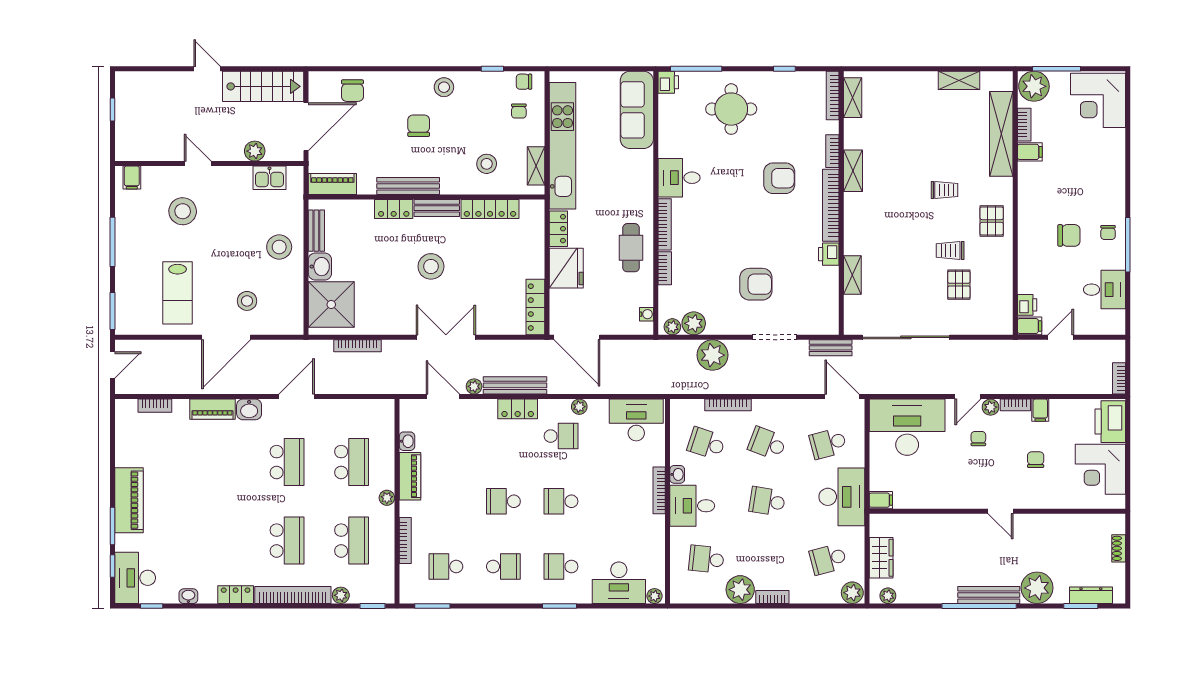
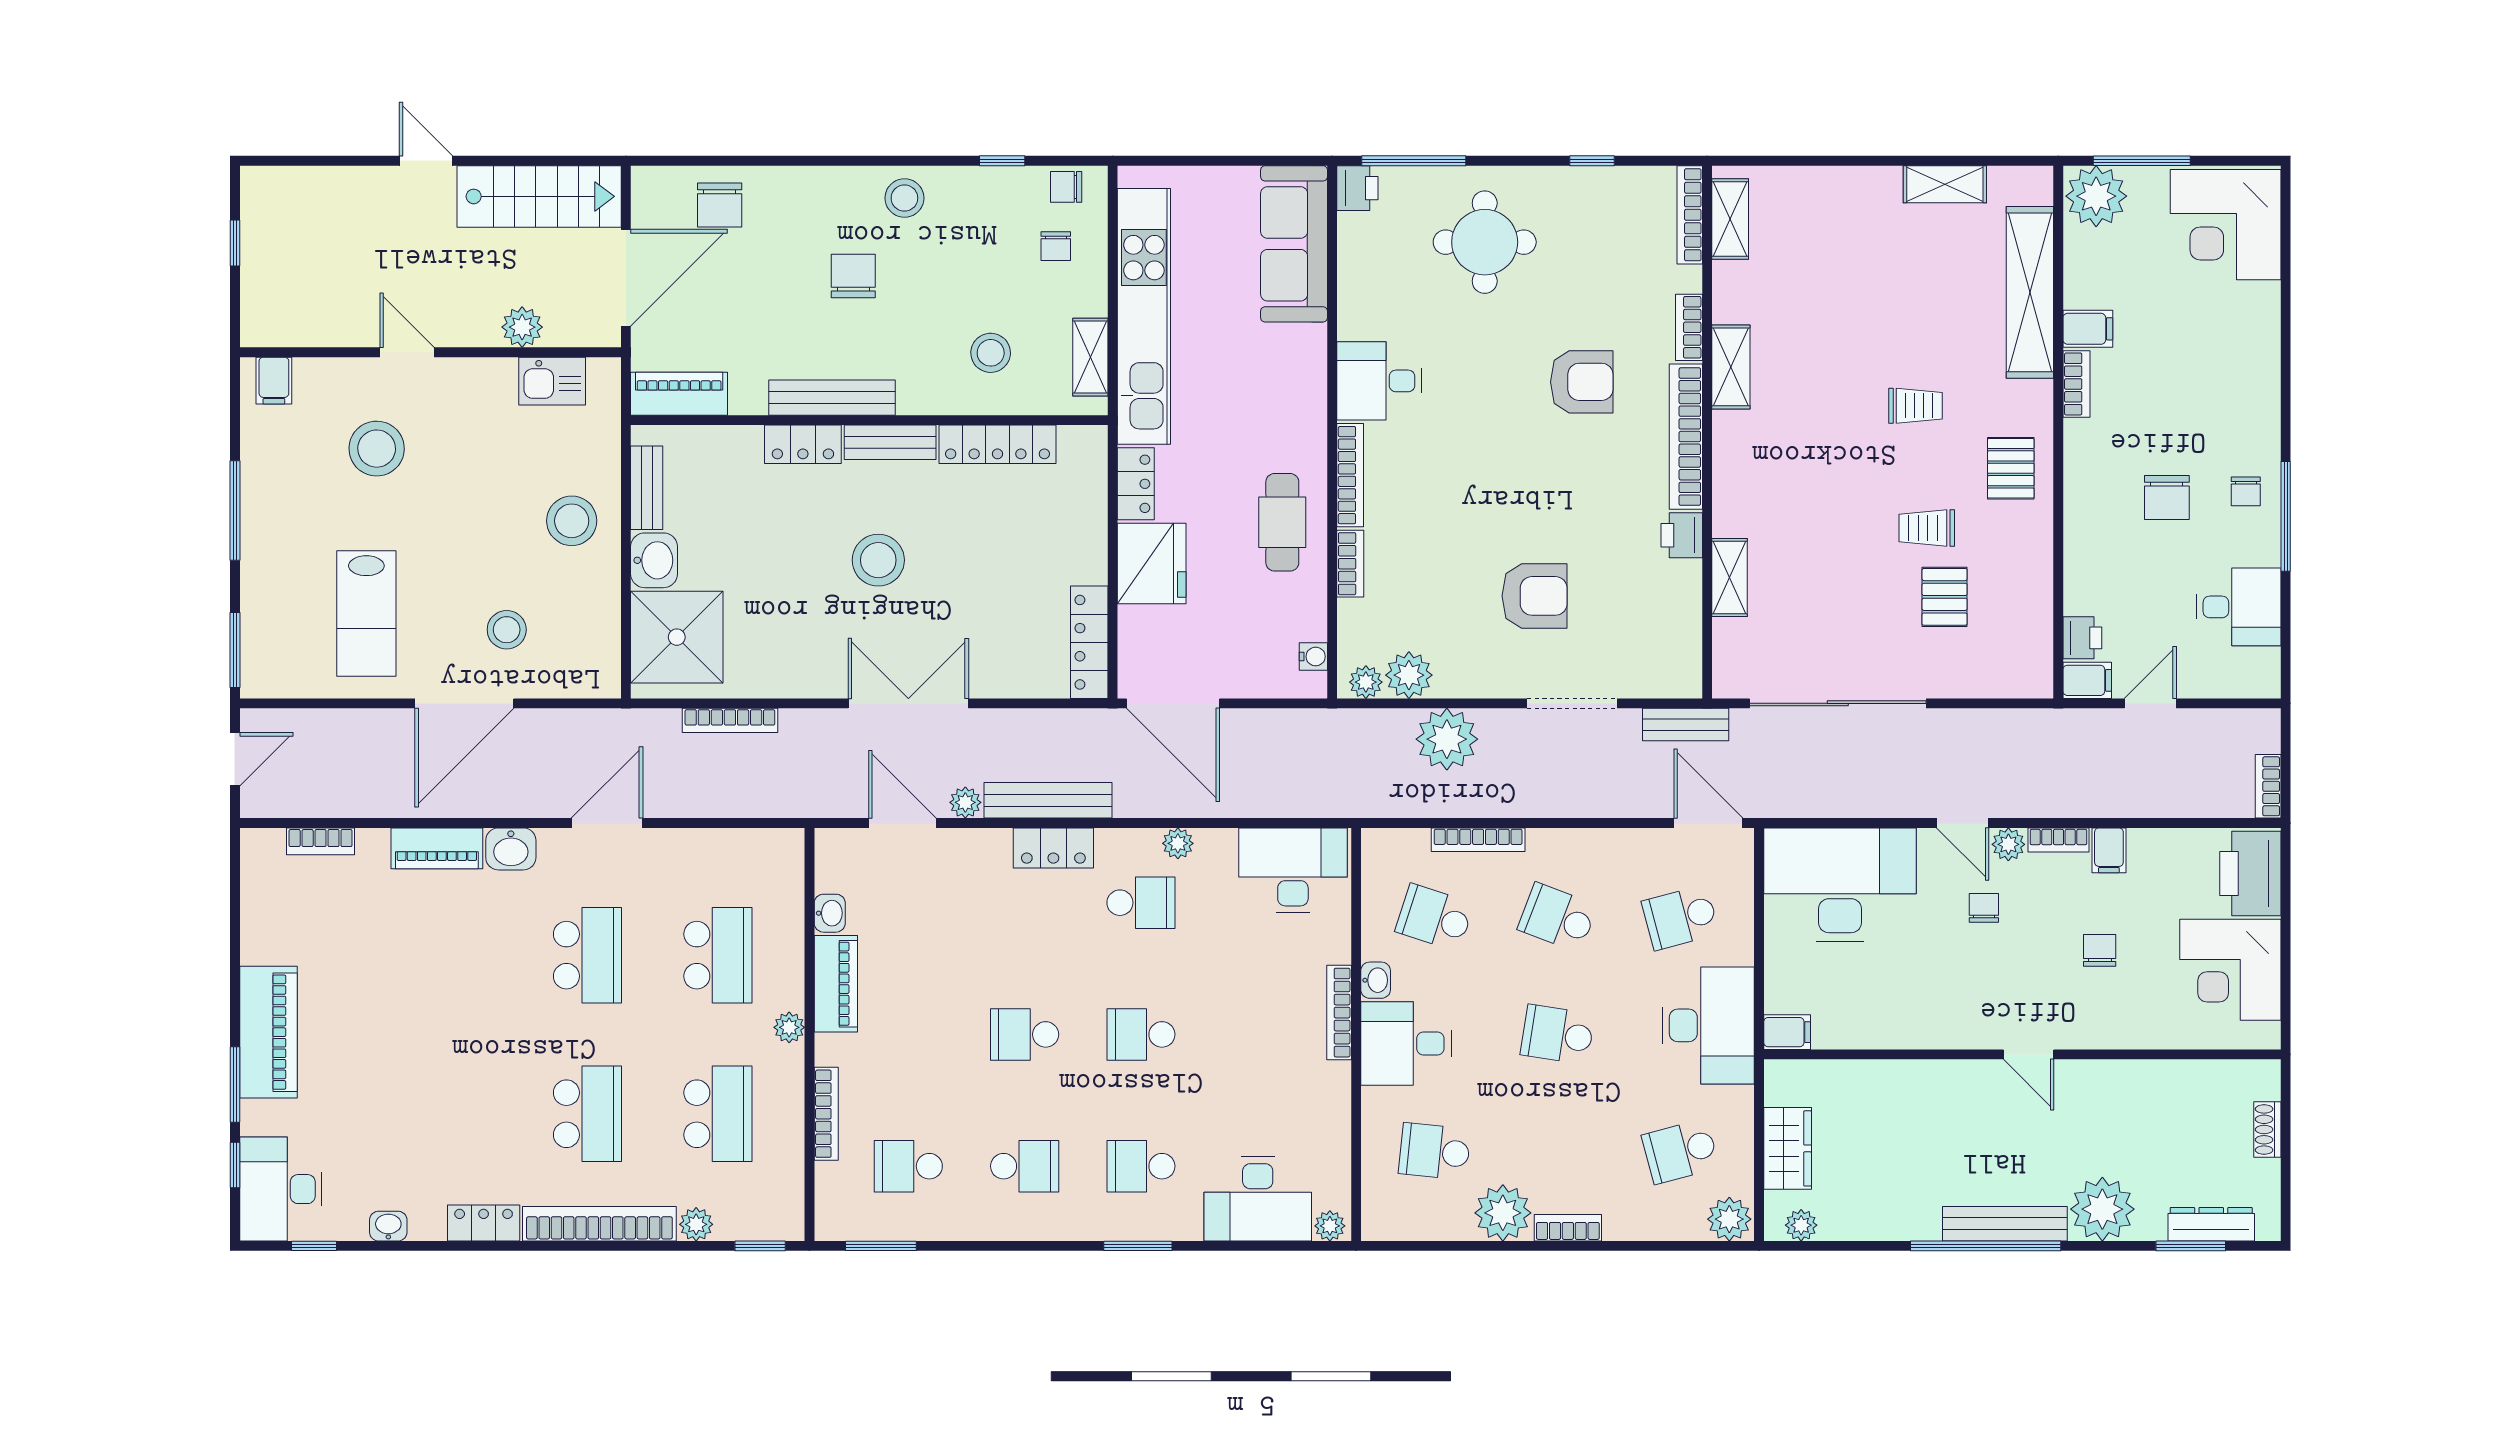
bookcase: (1024, 125) -> (2076, 384), moved
chair: (1069, 235) -> (2167, 497), turned 90
door: (968, 397) -> (1963, 823), hinge flipped

